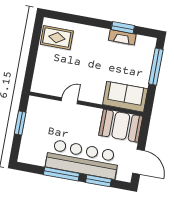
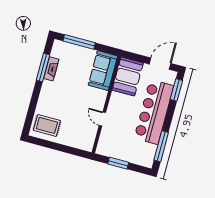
window: (123, 28) -> (43, 68), width x1.44
rug: (57, 38) -> (47, 125), turned 90
window: (61, 174) -> (161, 146), moved
window: (98, 181) -> (176, 90), moved

